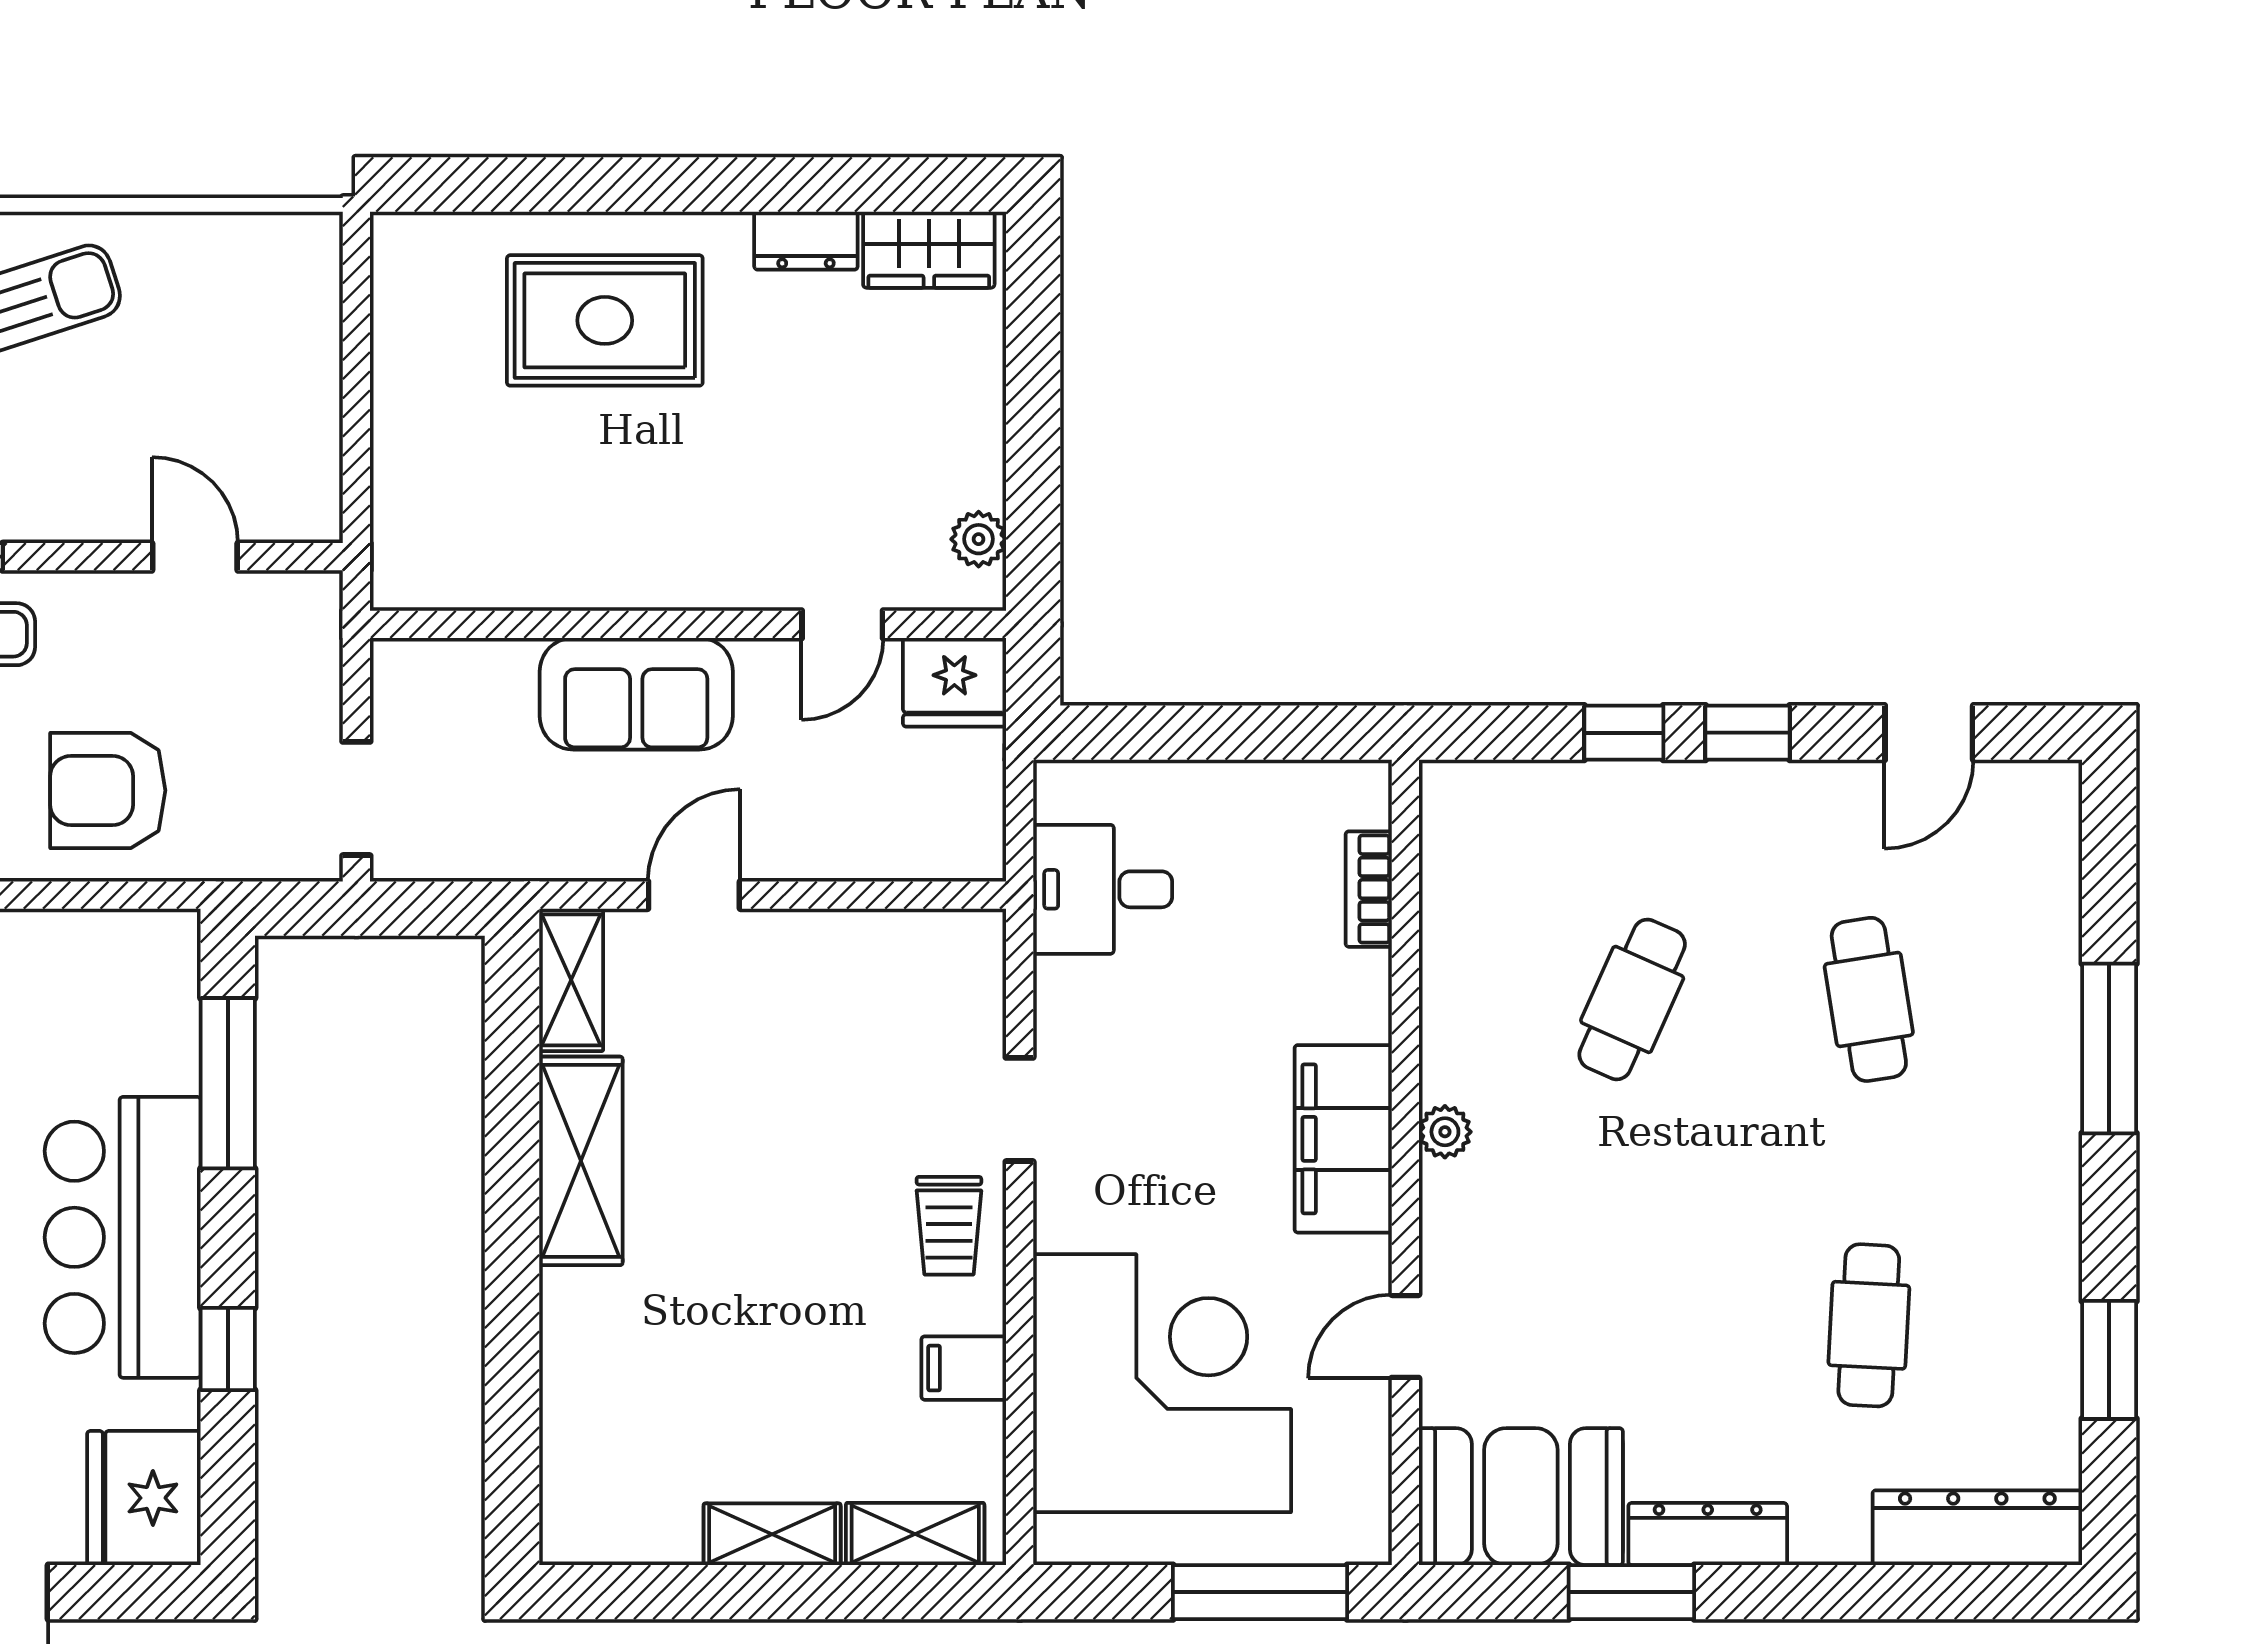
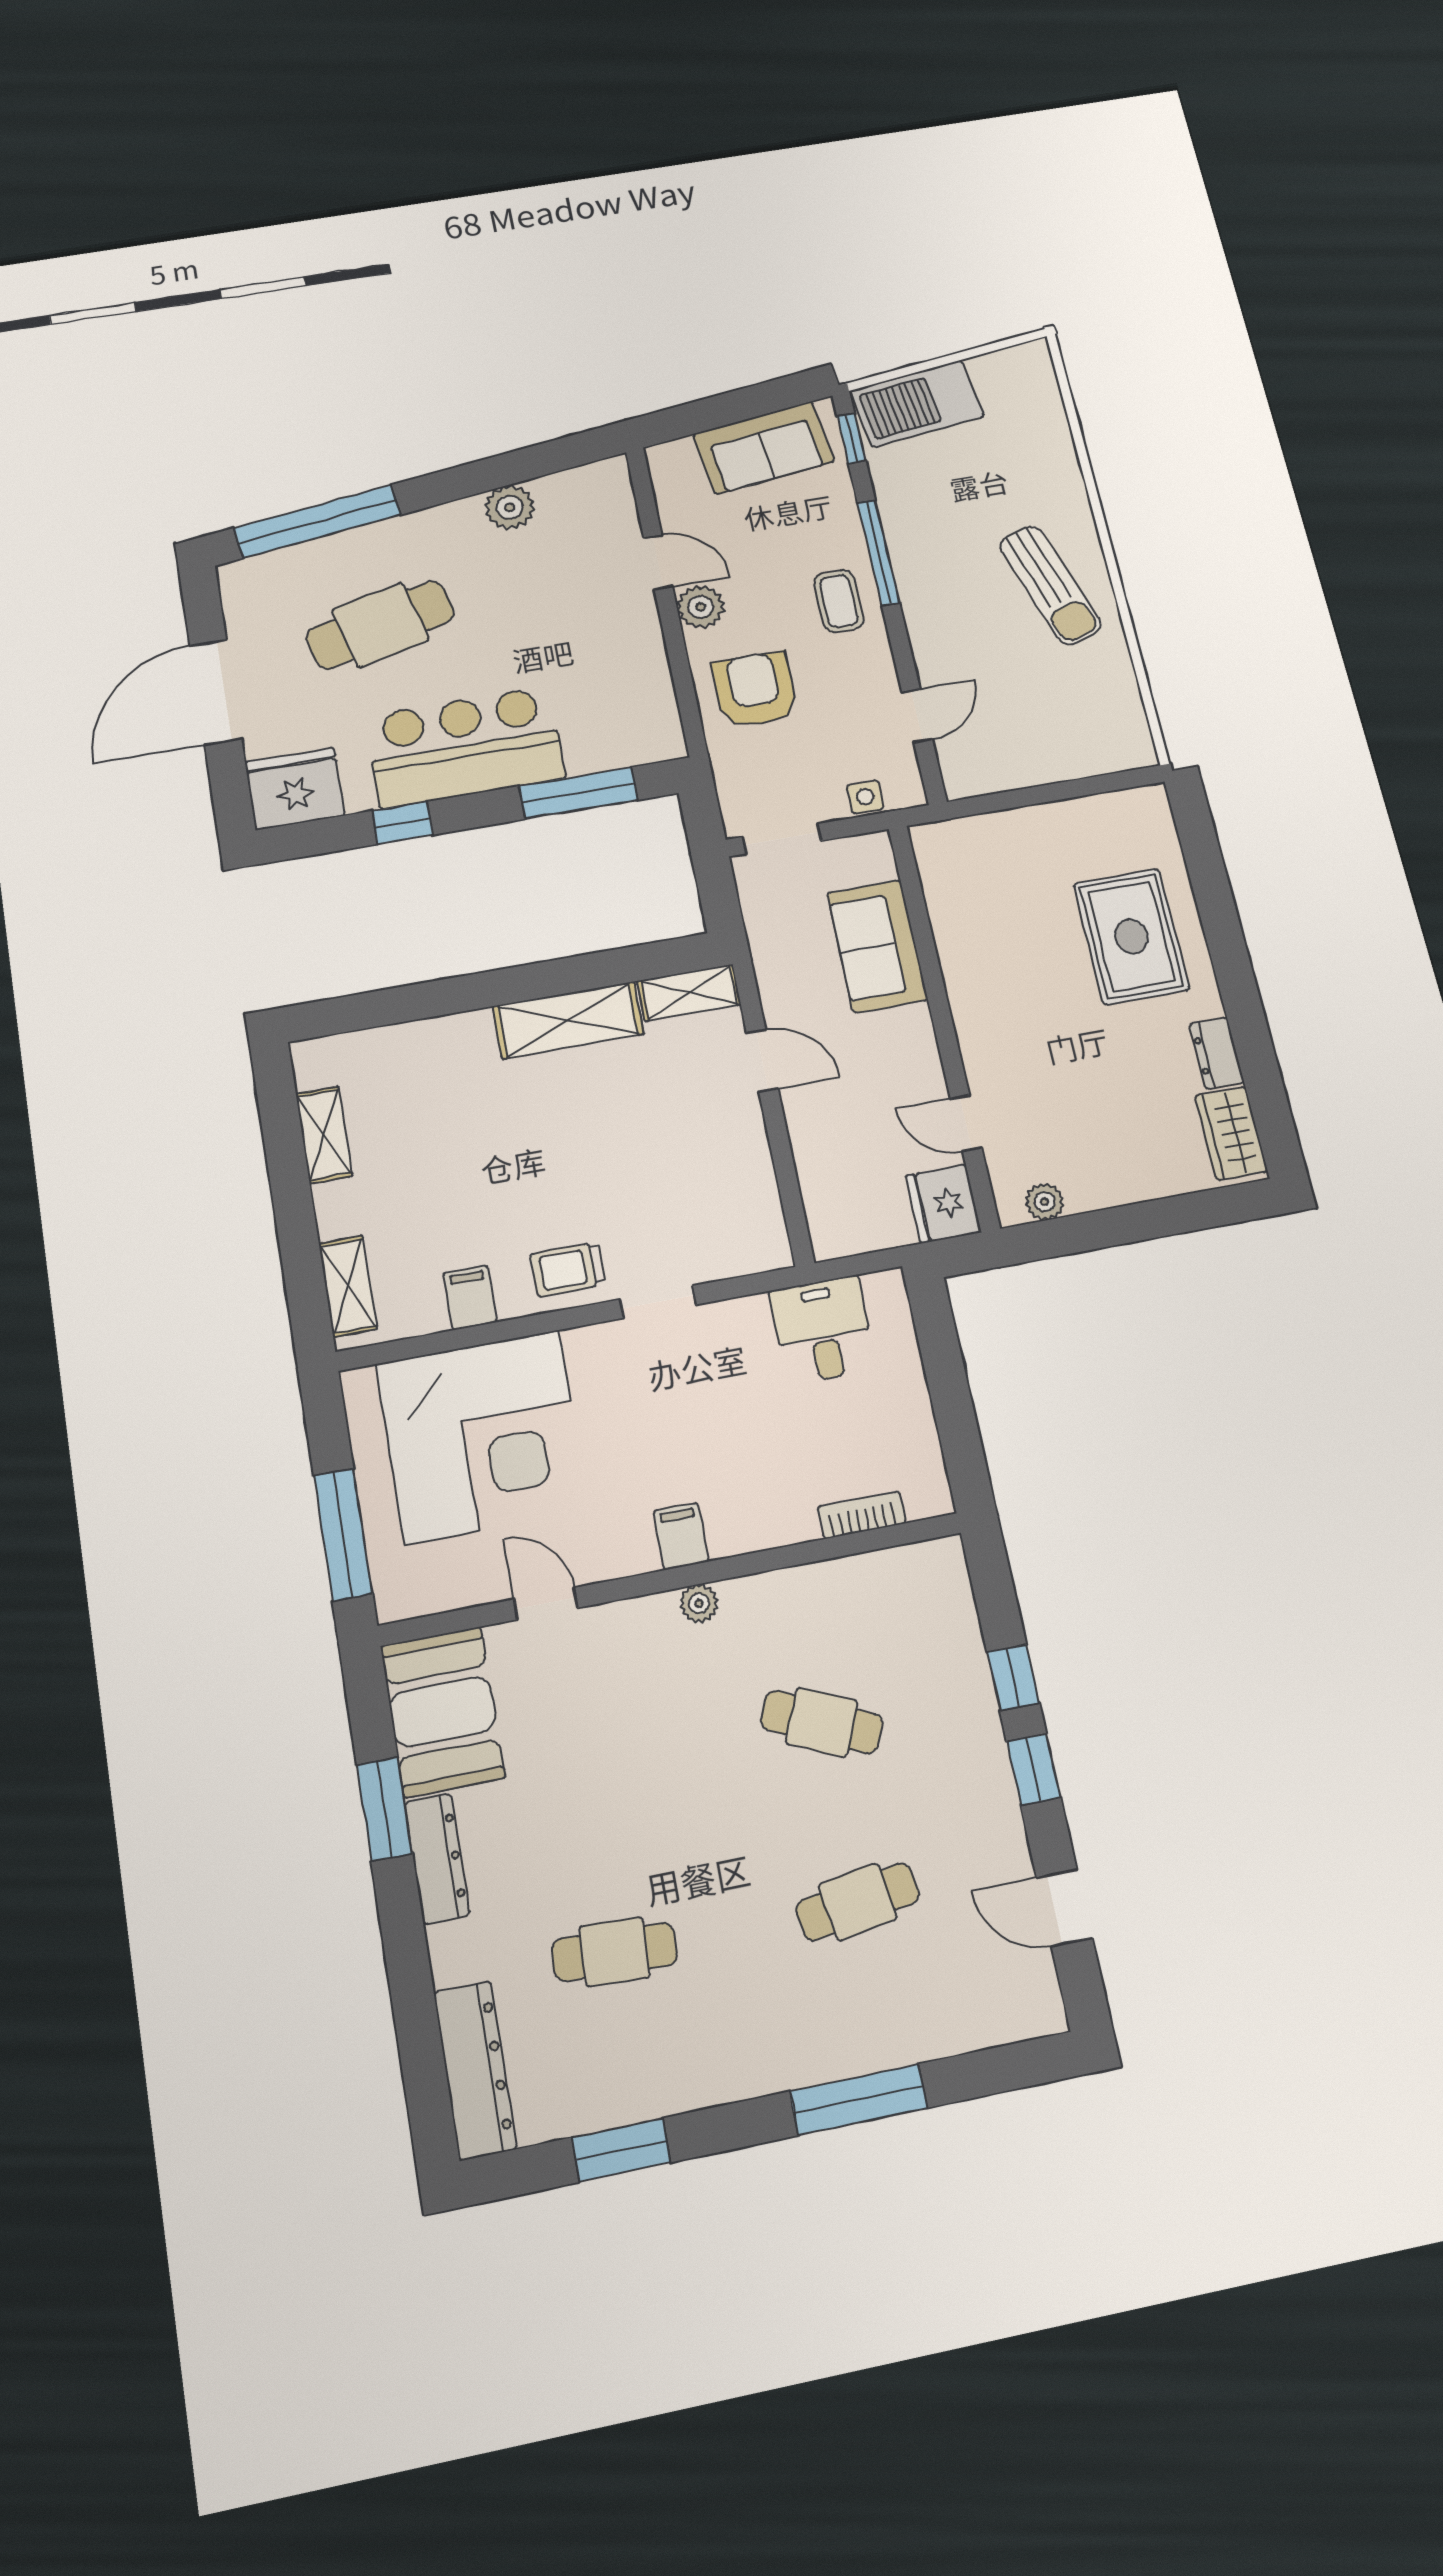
side table: (312, 662) -> (865, 797), added
sofa: (636, 694) -> (877, 946), moved
filing cabinet: (1343, 1139) -> (681, 1536), width x0.33, depth x0.86
shelving: (772, 1534) -> (324, 1135), moved

